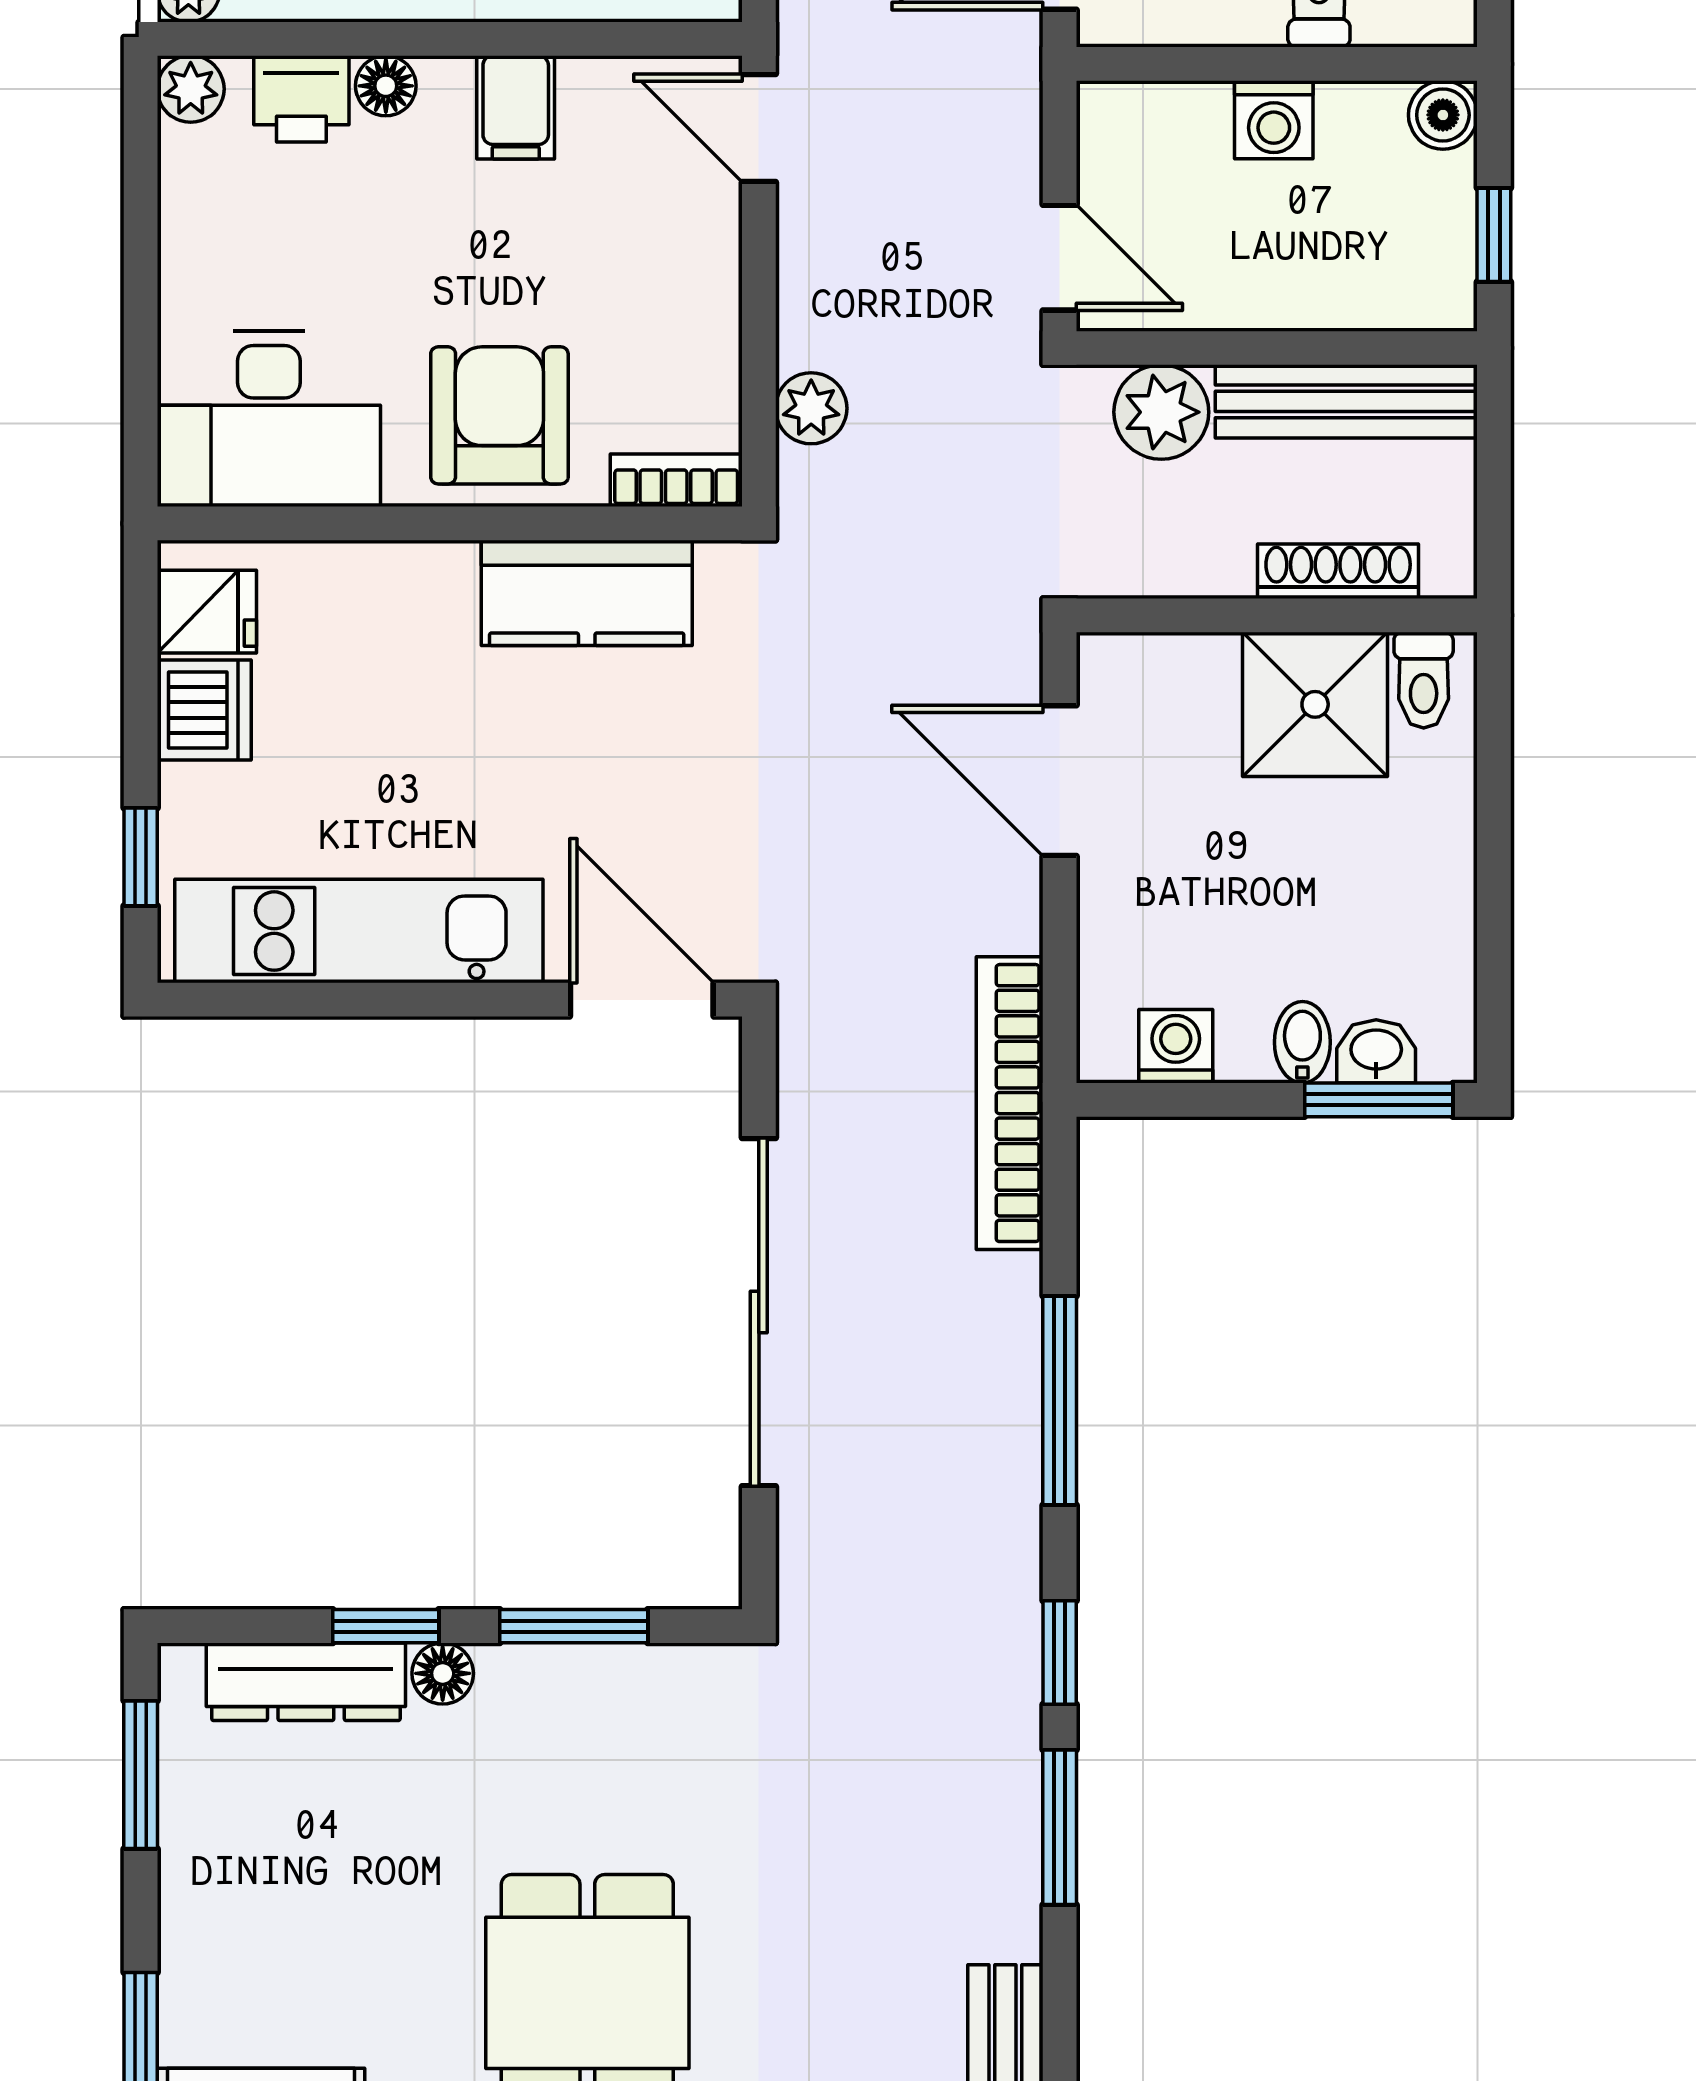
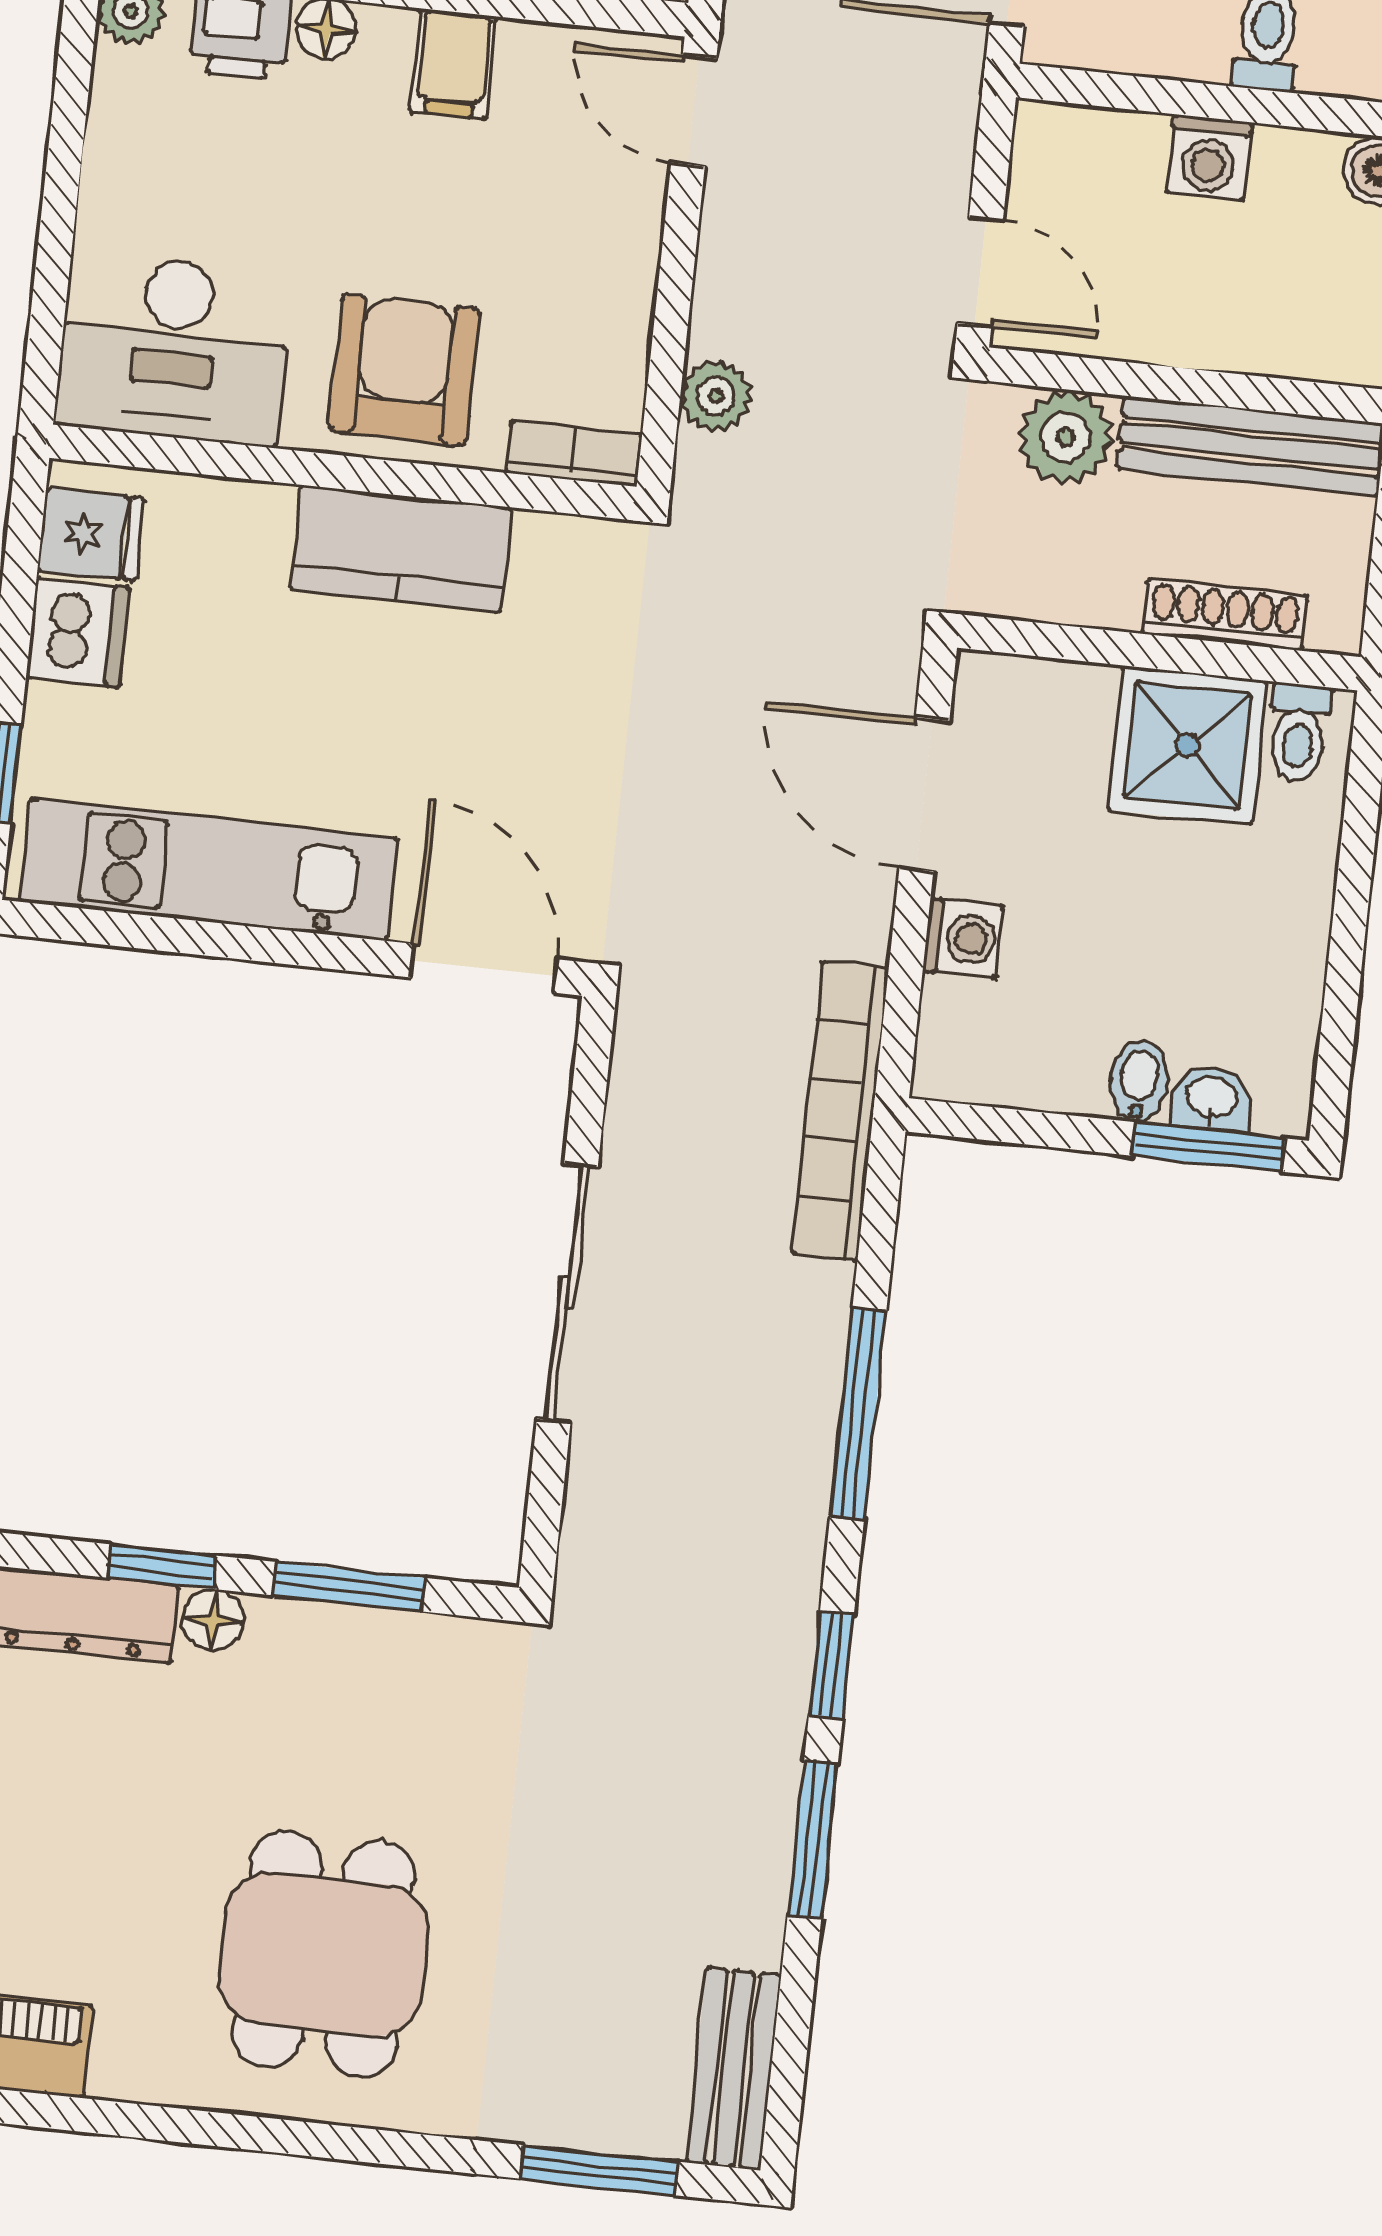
kitchen counter: (587, 593) -> (401, 549), moved
washing machine: (1176, 1046) -> (963, 938), moved, turned 90
sliding door: (759, 1312) -> (567, 1293), width x0.73

